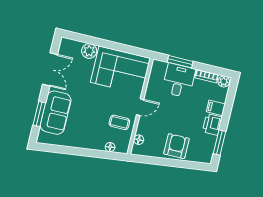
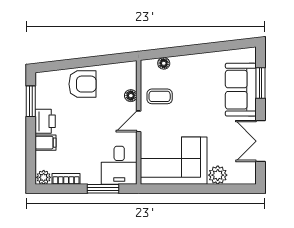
desk: (179, 81) -> (119, 165), moved
floor lamp: (139, 140) -> (131, 96), moved
armchair: (176, 146) -> (83, 84), turned -90

